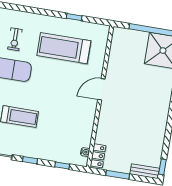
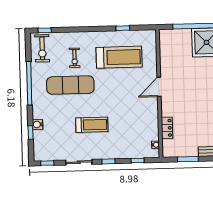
treadmill: (64, 48) -> (119, 57), turned 180
locker: (98, 156) -> (167, 128), moved

